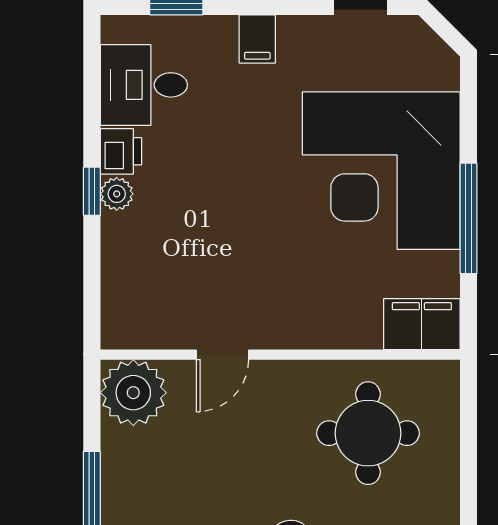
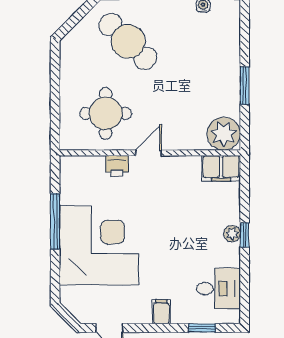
printer: (121, 151) -> (117, 166), moved, turned -90
filing cabinet: (422, 324) -> (221, 168), moved
door: (222, 355) -> (148, 153), moved

